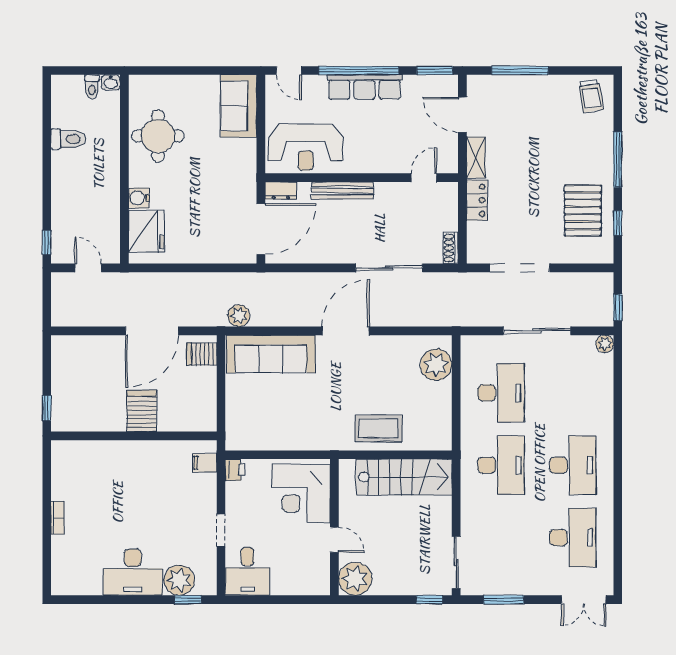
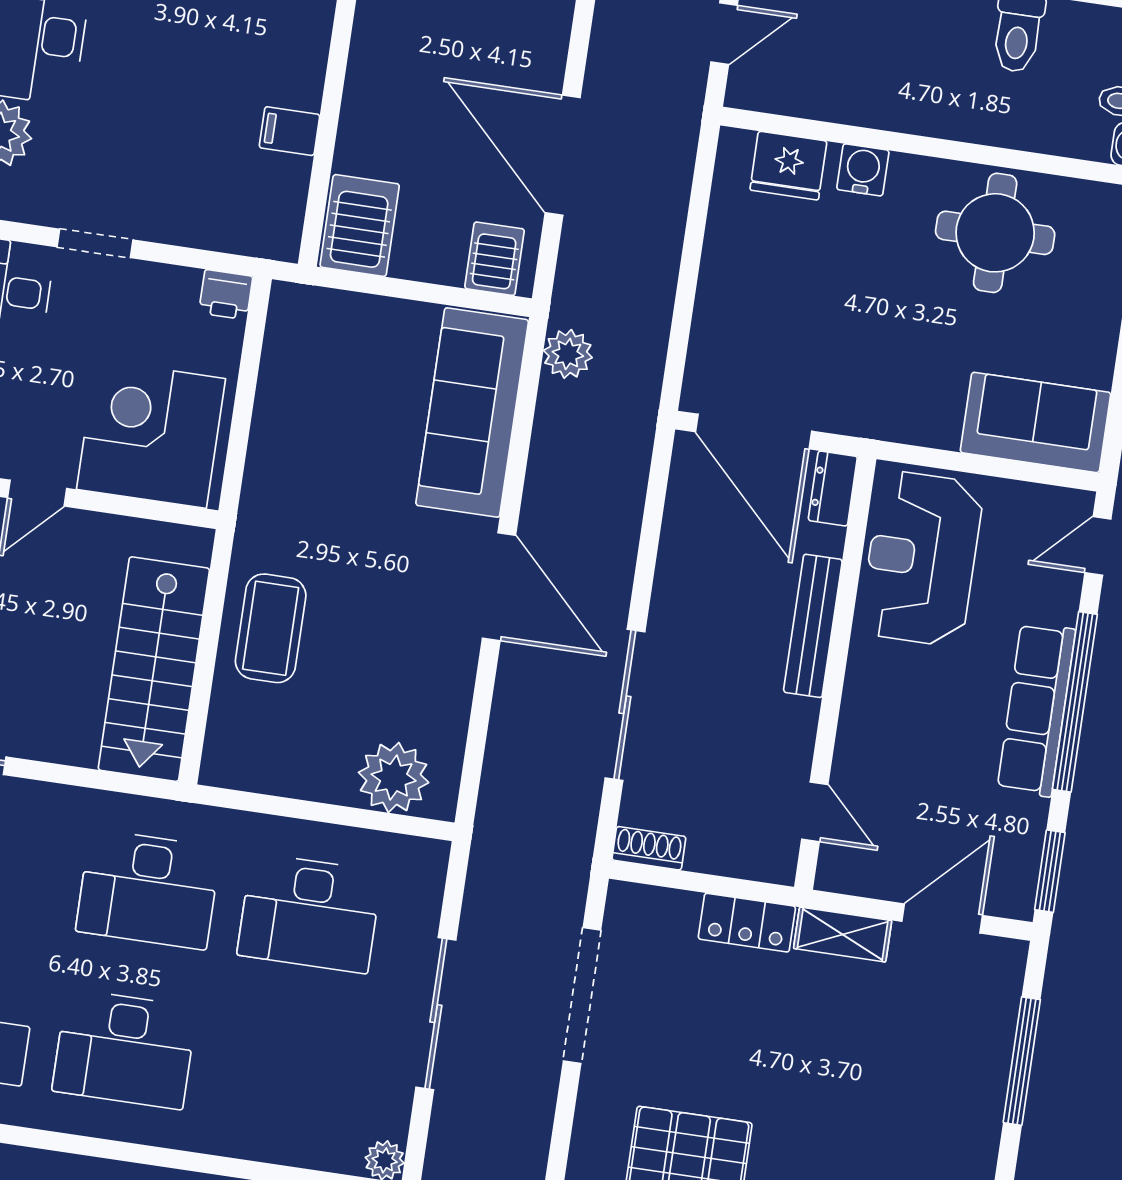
fridge: (146, 231) -> (788, 166), width x0.73, depth x0.75
server rack: (142, 411) -> (360, 226), moved, turned -90
filing cabinet: (204, 463) -> (289, 131), moved, turned -90

